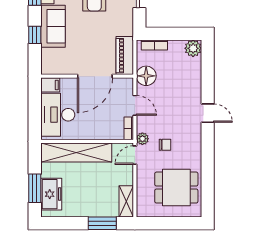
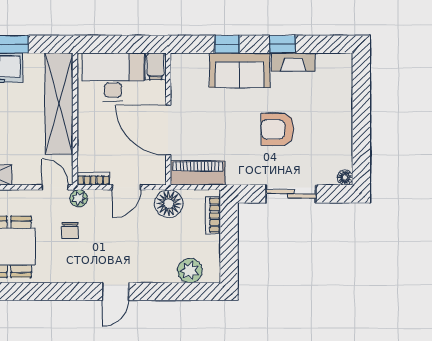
plant: (193, 48) -> (190, 271), moved

